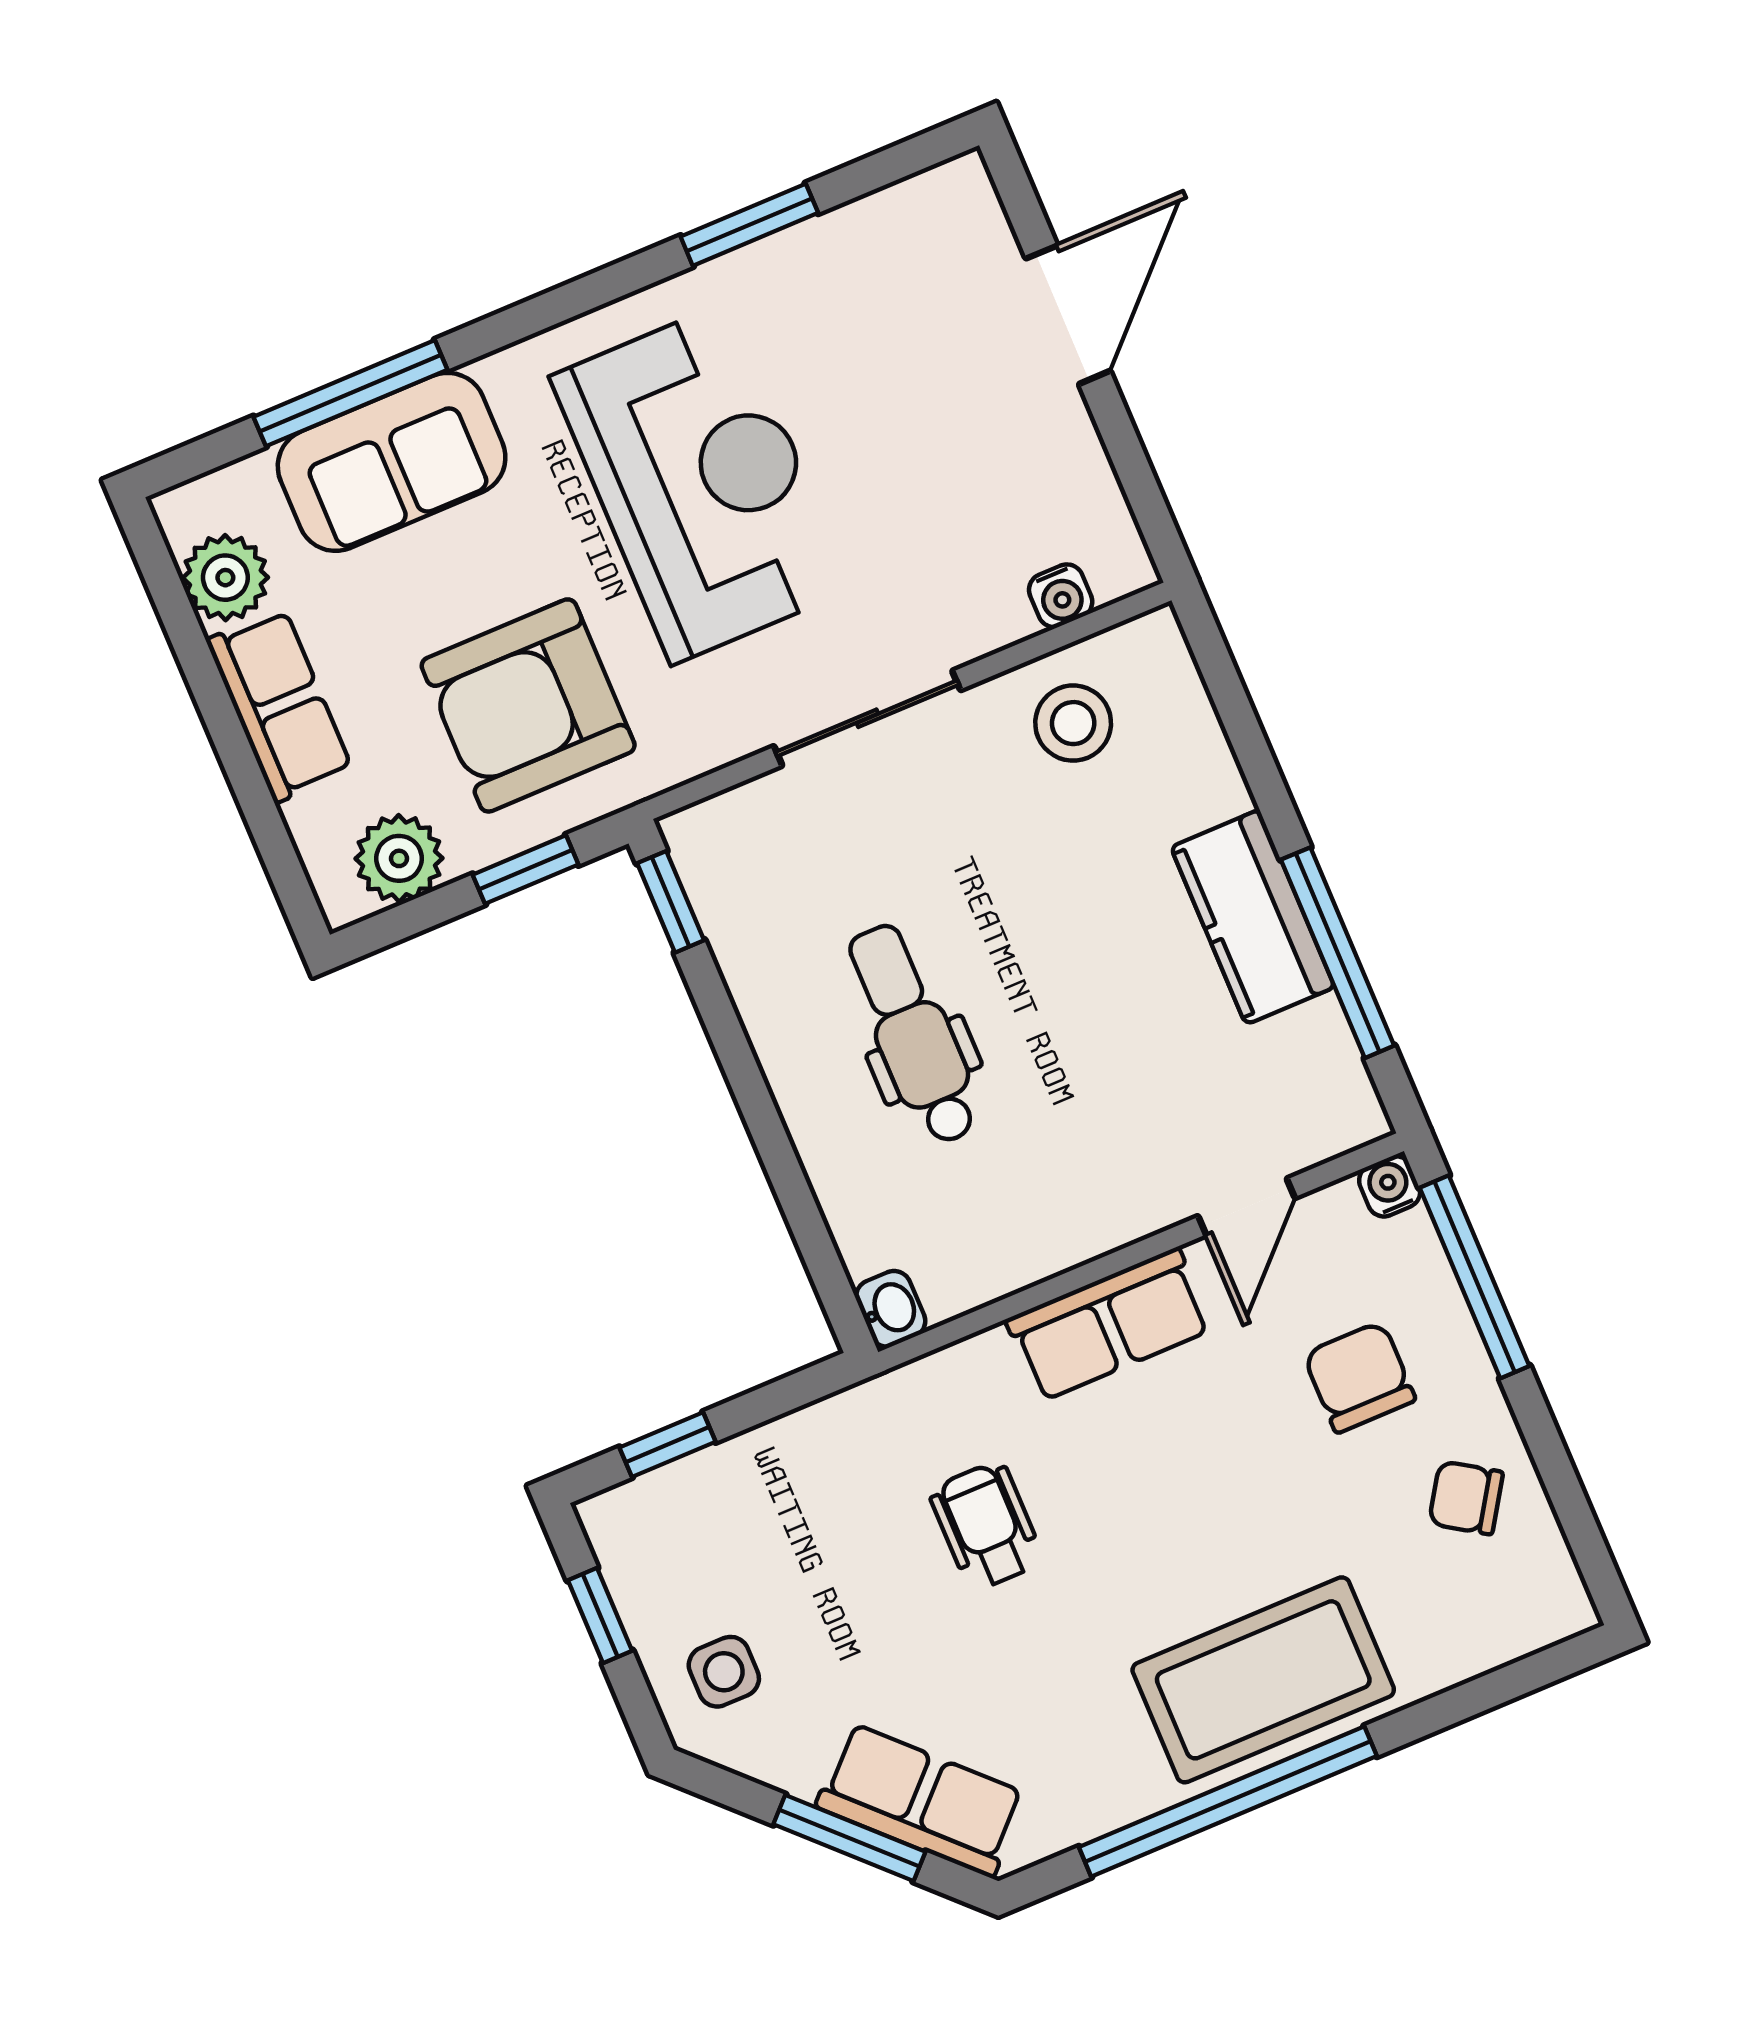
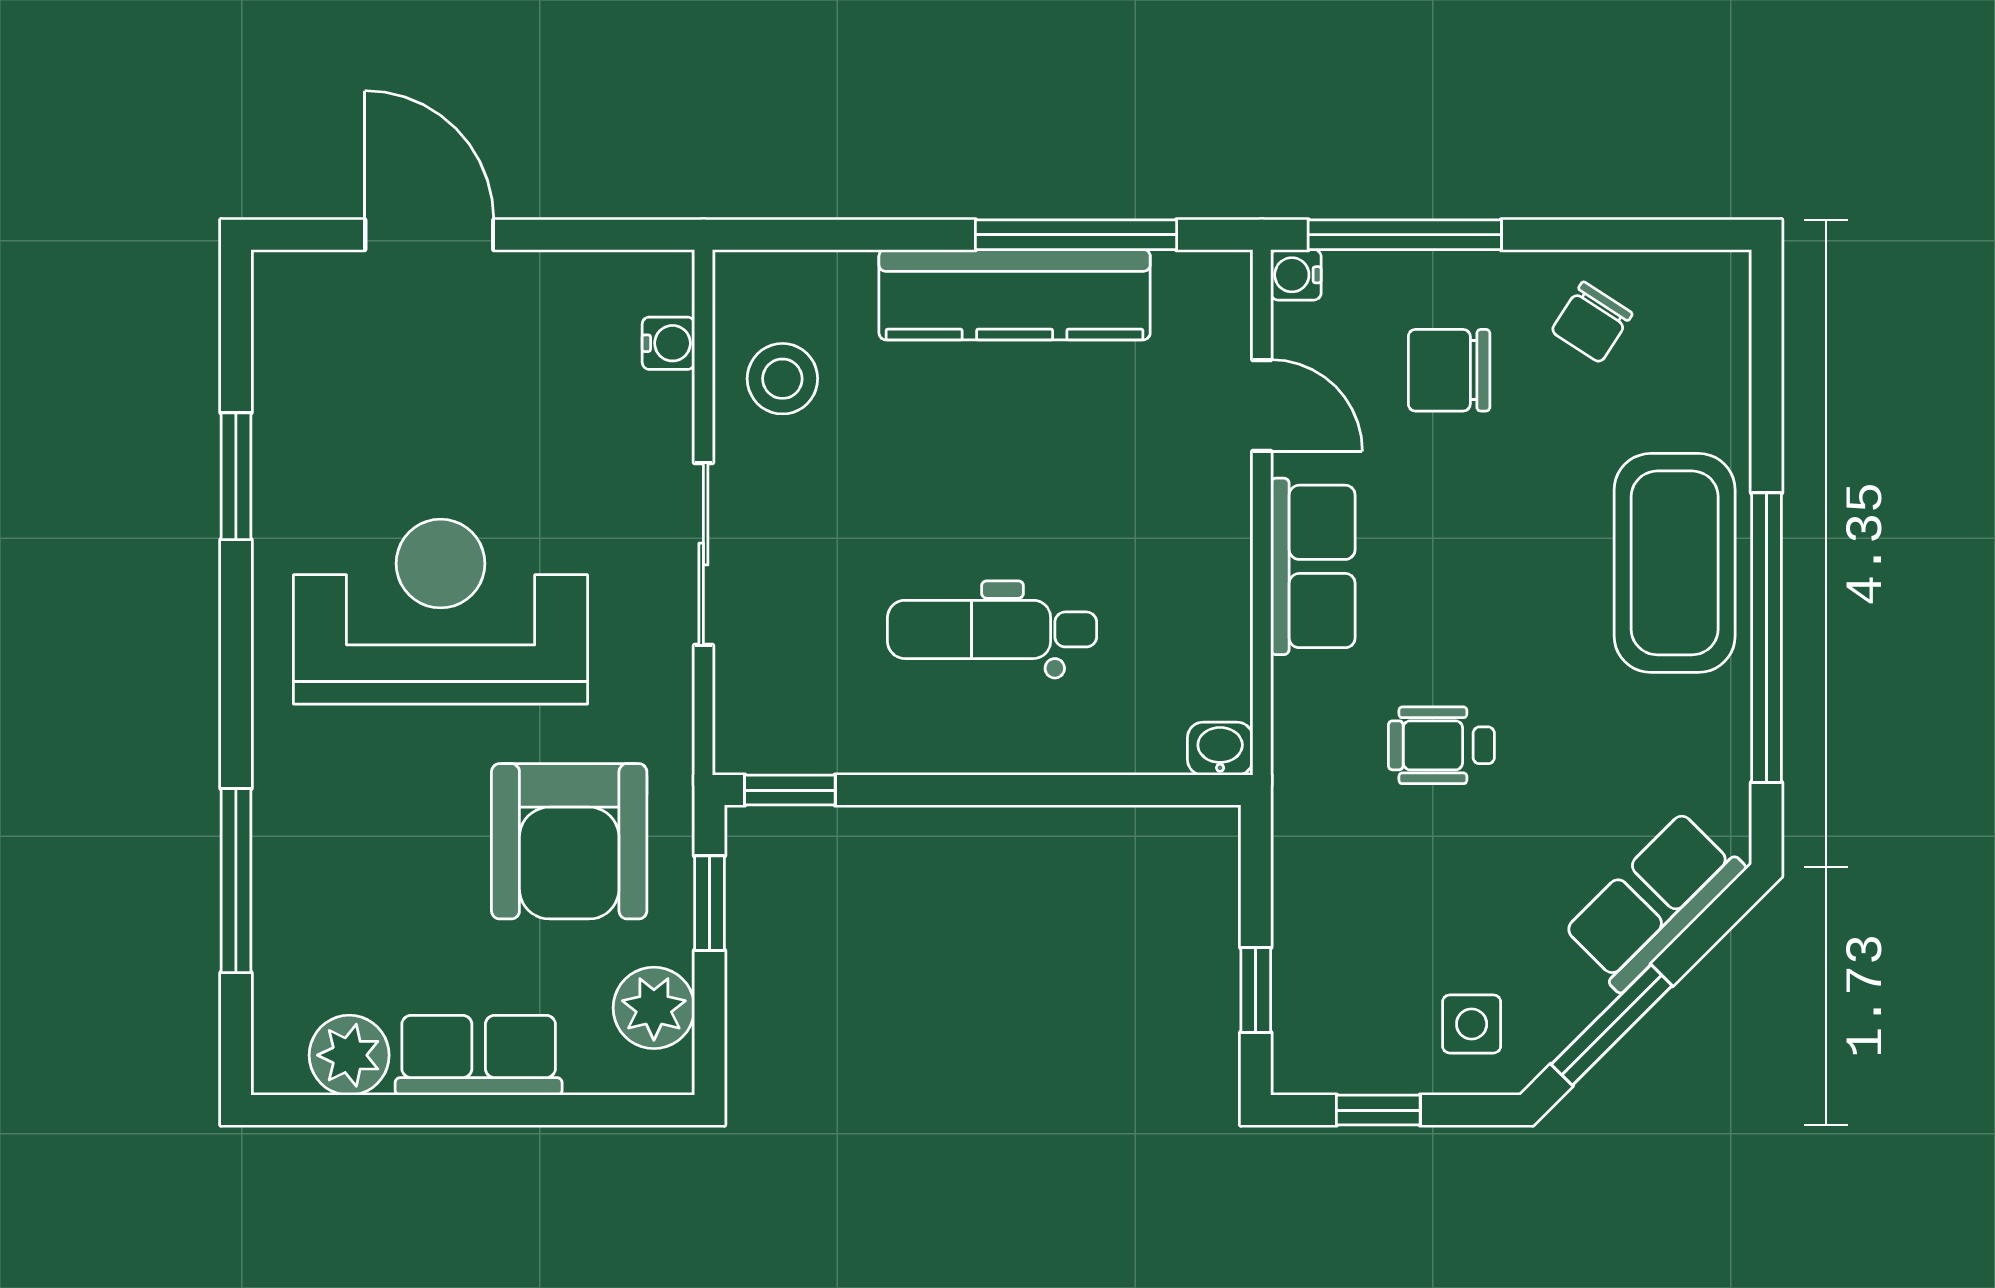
sofa: (392, 462) -> (310, 870), removed
kitchen counter: (1253, 917) -> (1015, 295), width x1.50
window: (849, 1838) -> (1612, 1025), moved

